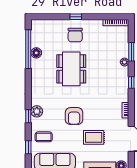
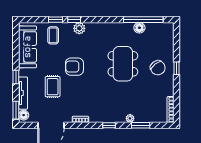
chair: (75, 35) -> (158, 68), turned -128
dining table: (71, 69) -> (123, 64), turned 90
window: (28, 147) -> (55, 20), moved

